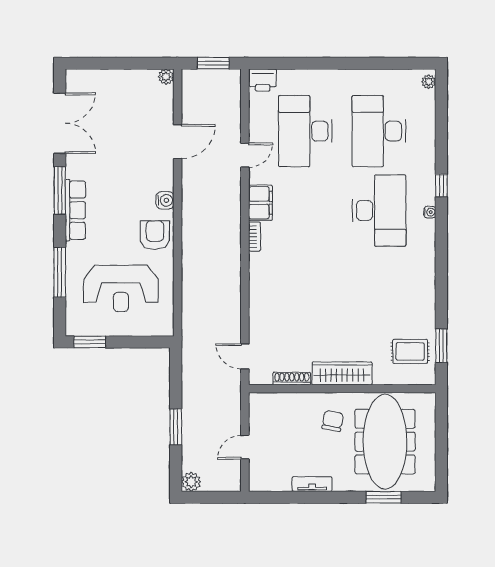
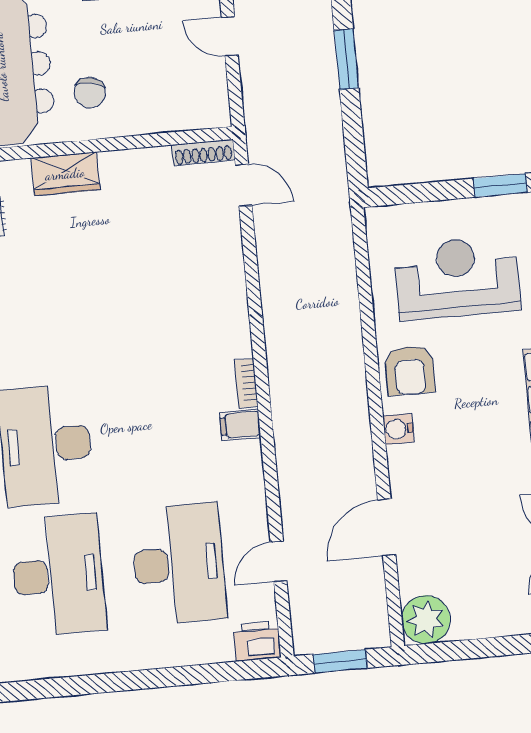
plant: (166, 77) -> (426, 620), width x1.87, depth x1.87
door: (245, 155) -> (279, 561), moved
filing cabinet: (260, 203) -> (240, 425), width x0.50
wardrobe: (342, 373) -> (65, 174), width x0.67
shoe rack: (292, 379) -> (203, 152), moved
door: (245, 447) -> (230, 36), swing flipped

